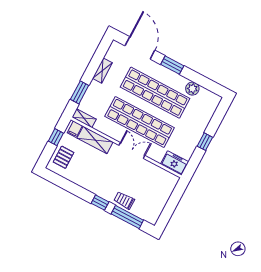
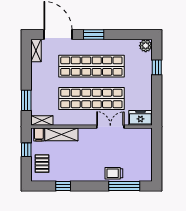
shelving: (102, 71) -> (36, 51), moved
plant: (192, 89) -> (146, 46), moved
window: (205, 142) -> (157, 67), moved
double door: (132, 150) -> (110, 127), moved
window: (100, 203) -> (63, 186), moved

